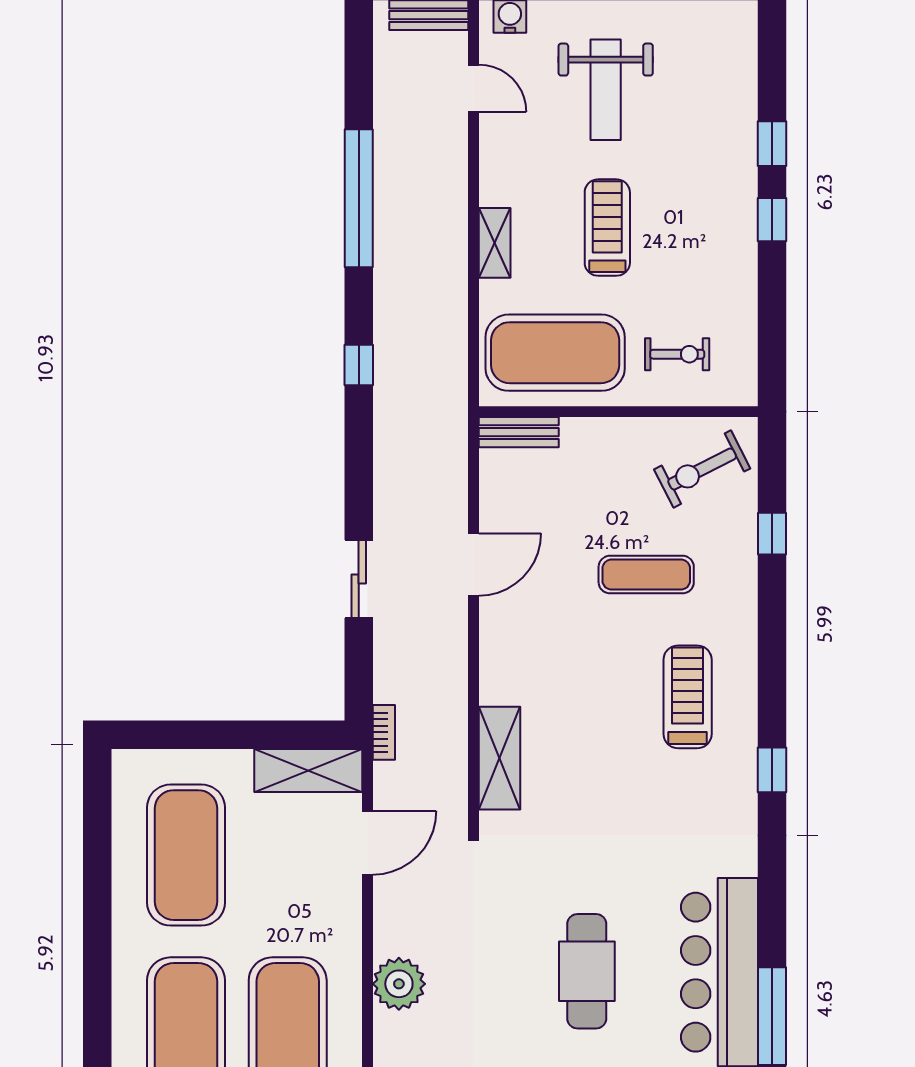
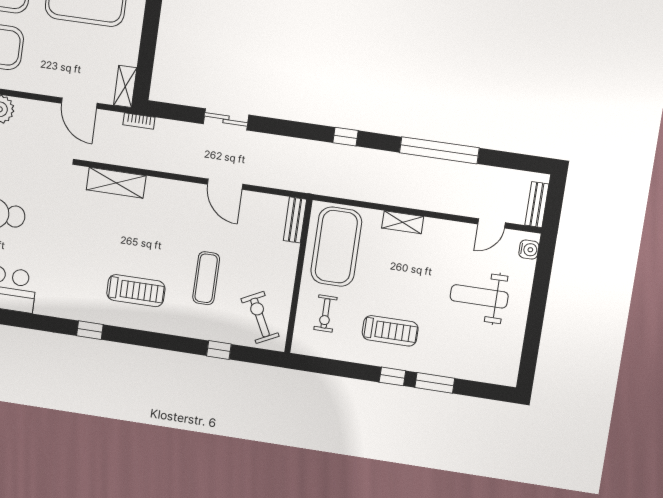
window: (772, 144) -> (435, 383), width x1.50
treadmill: (607, 228) -> (390, 331), moved
shelving: (308, 771) -> (125, 86), width x0.67, depth x0.75

